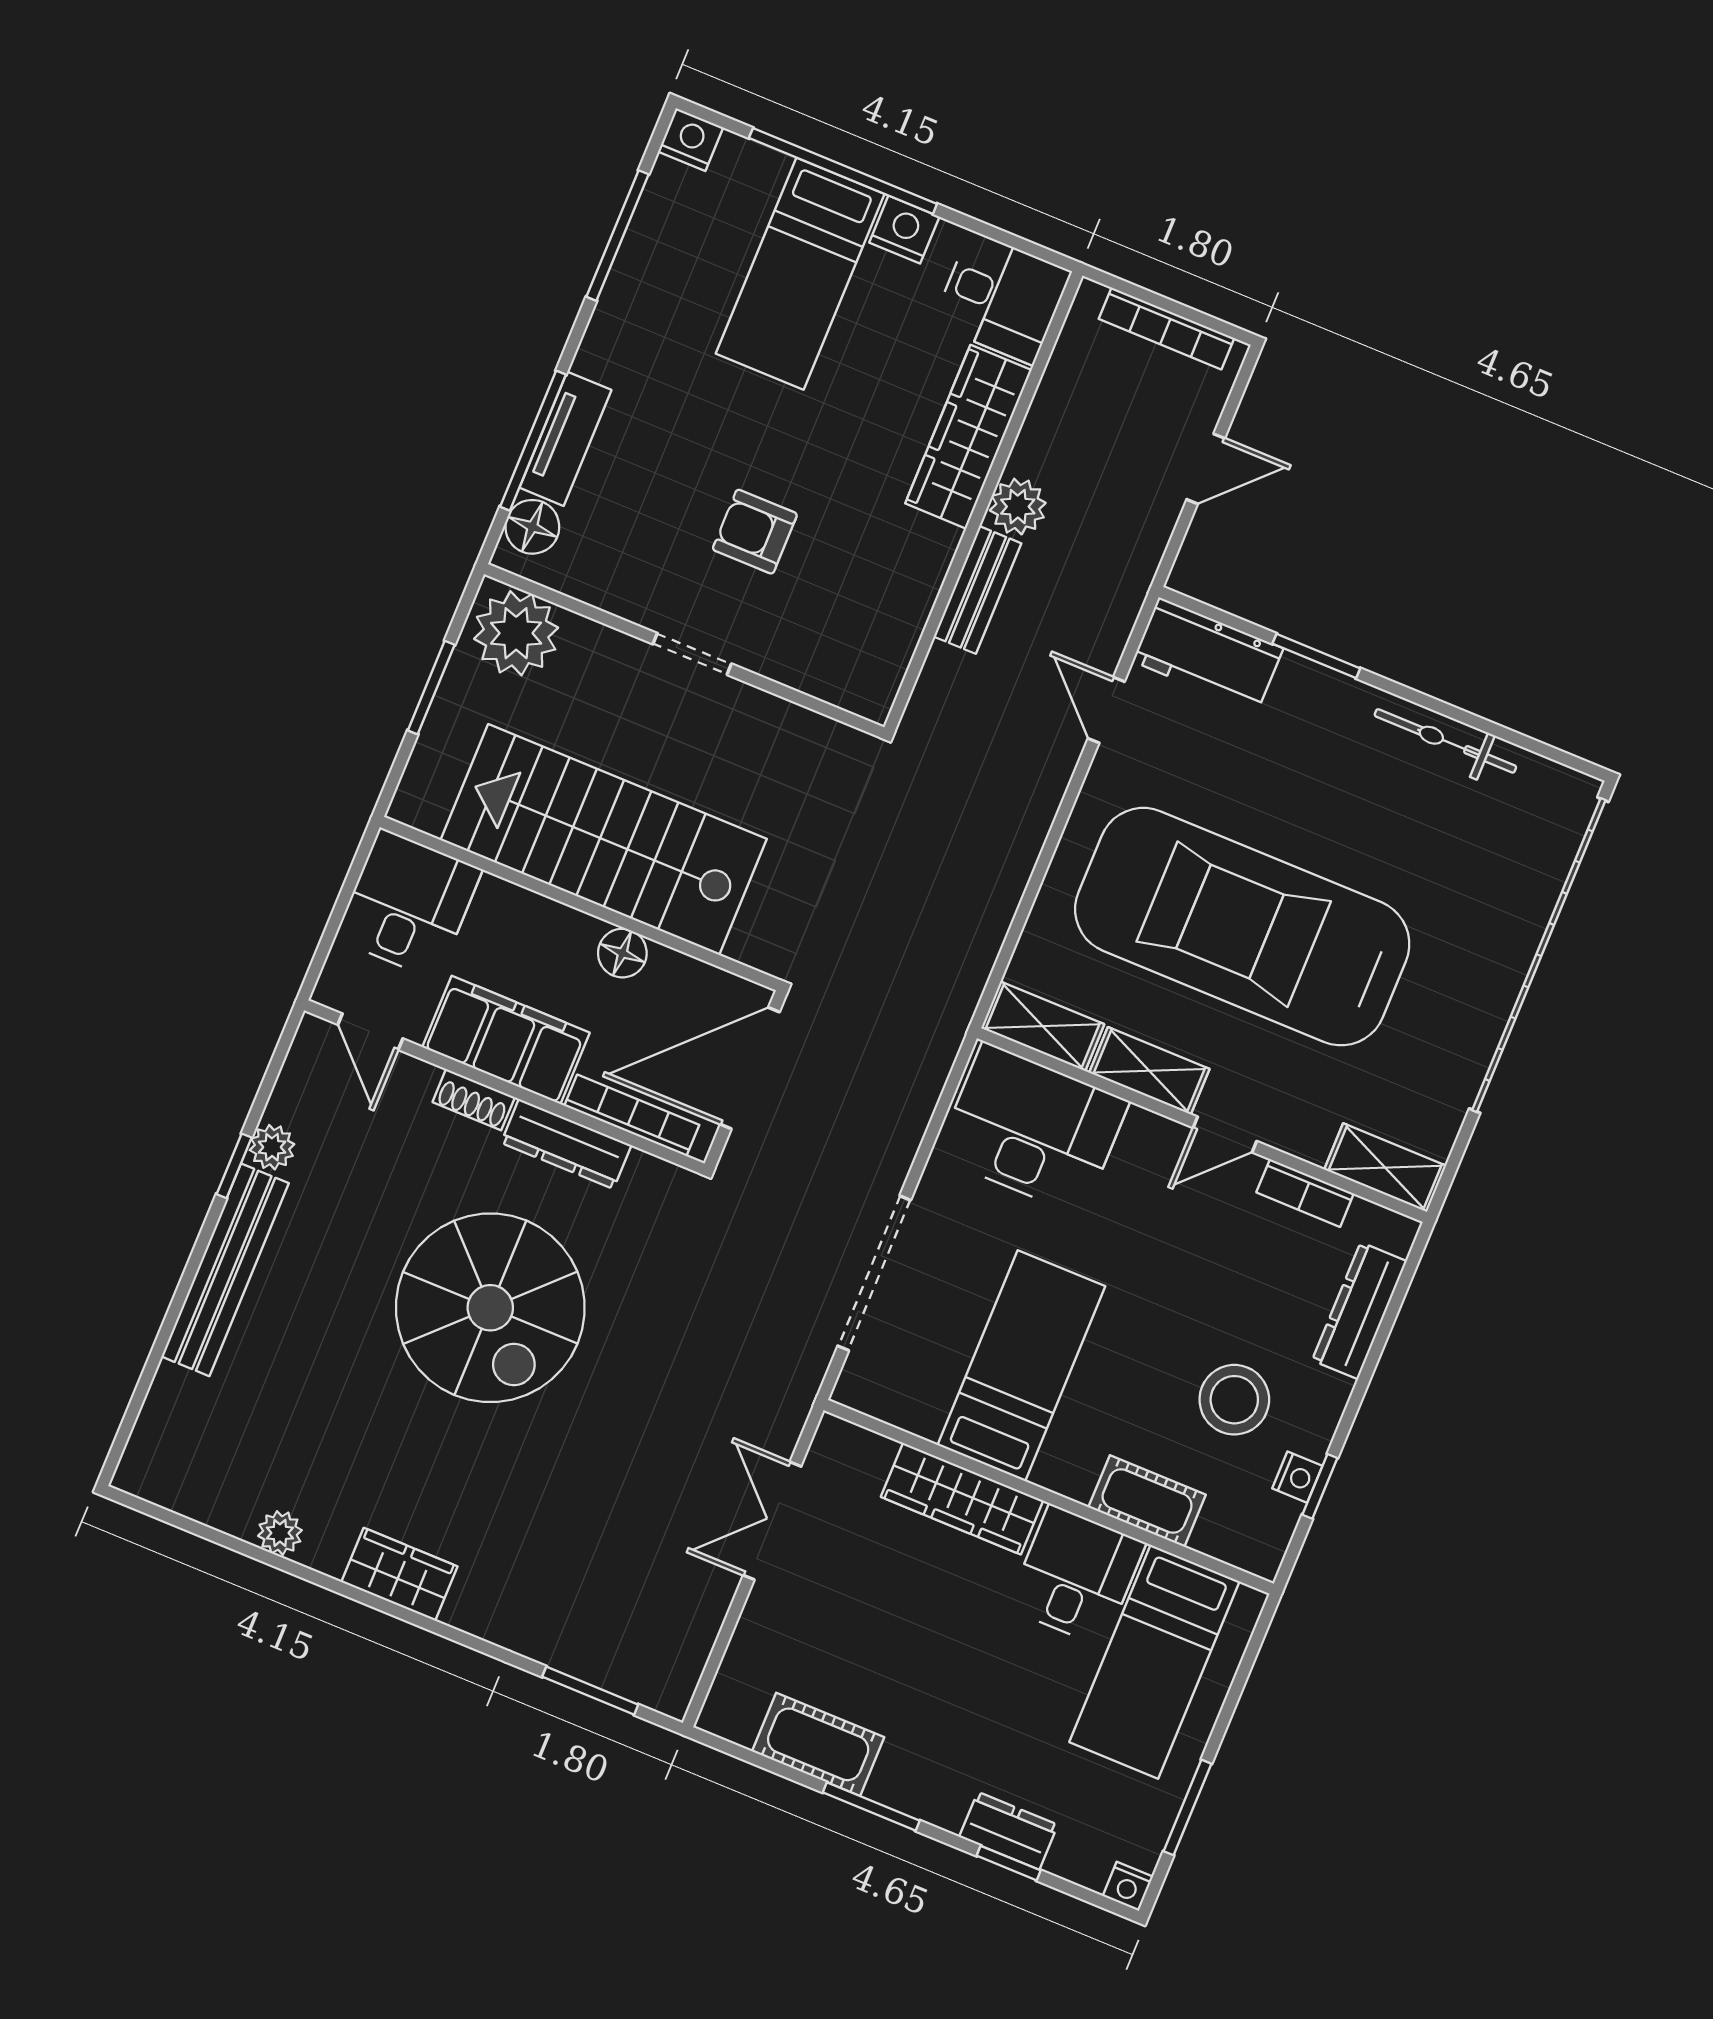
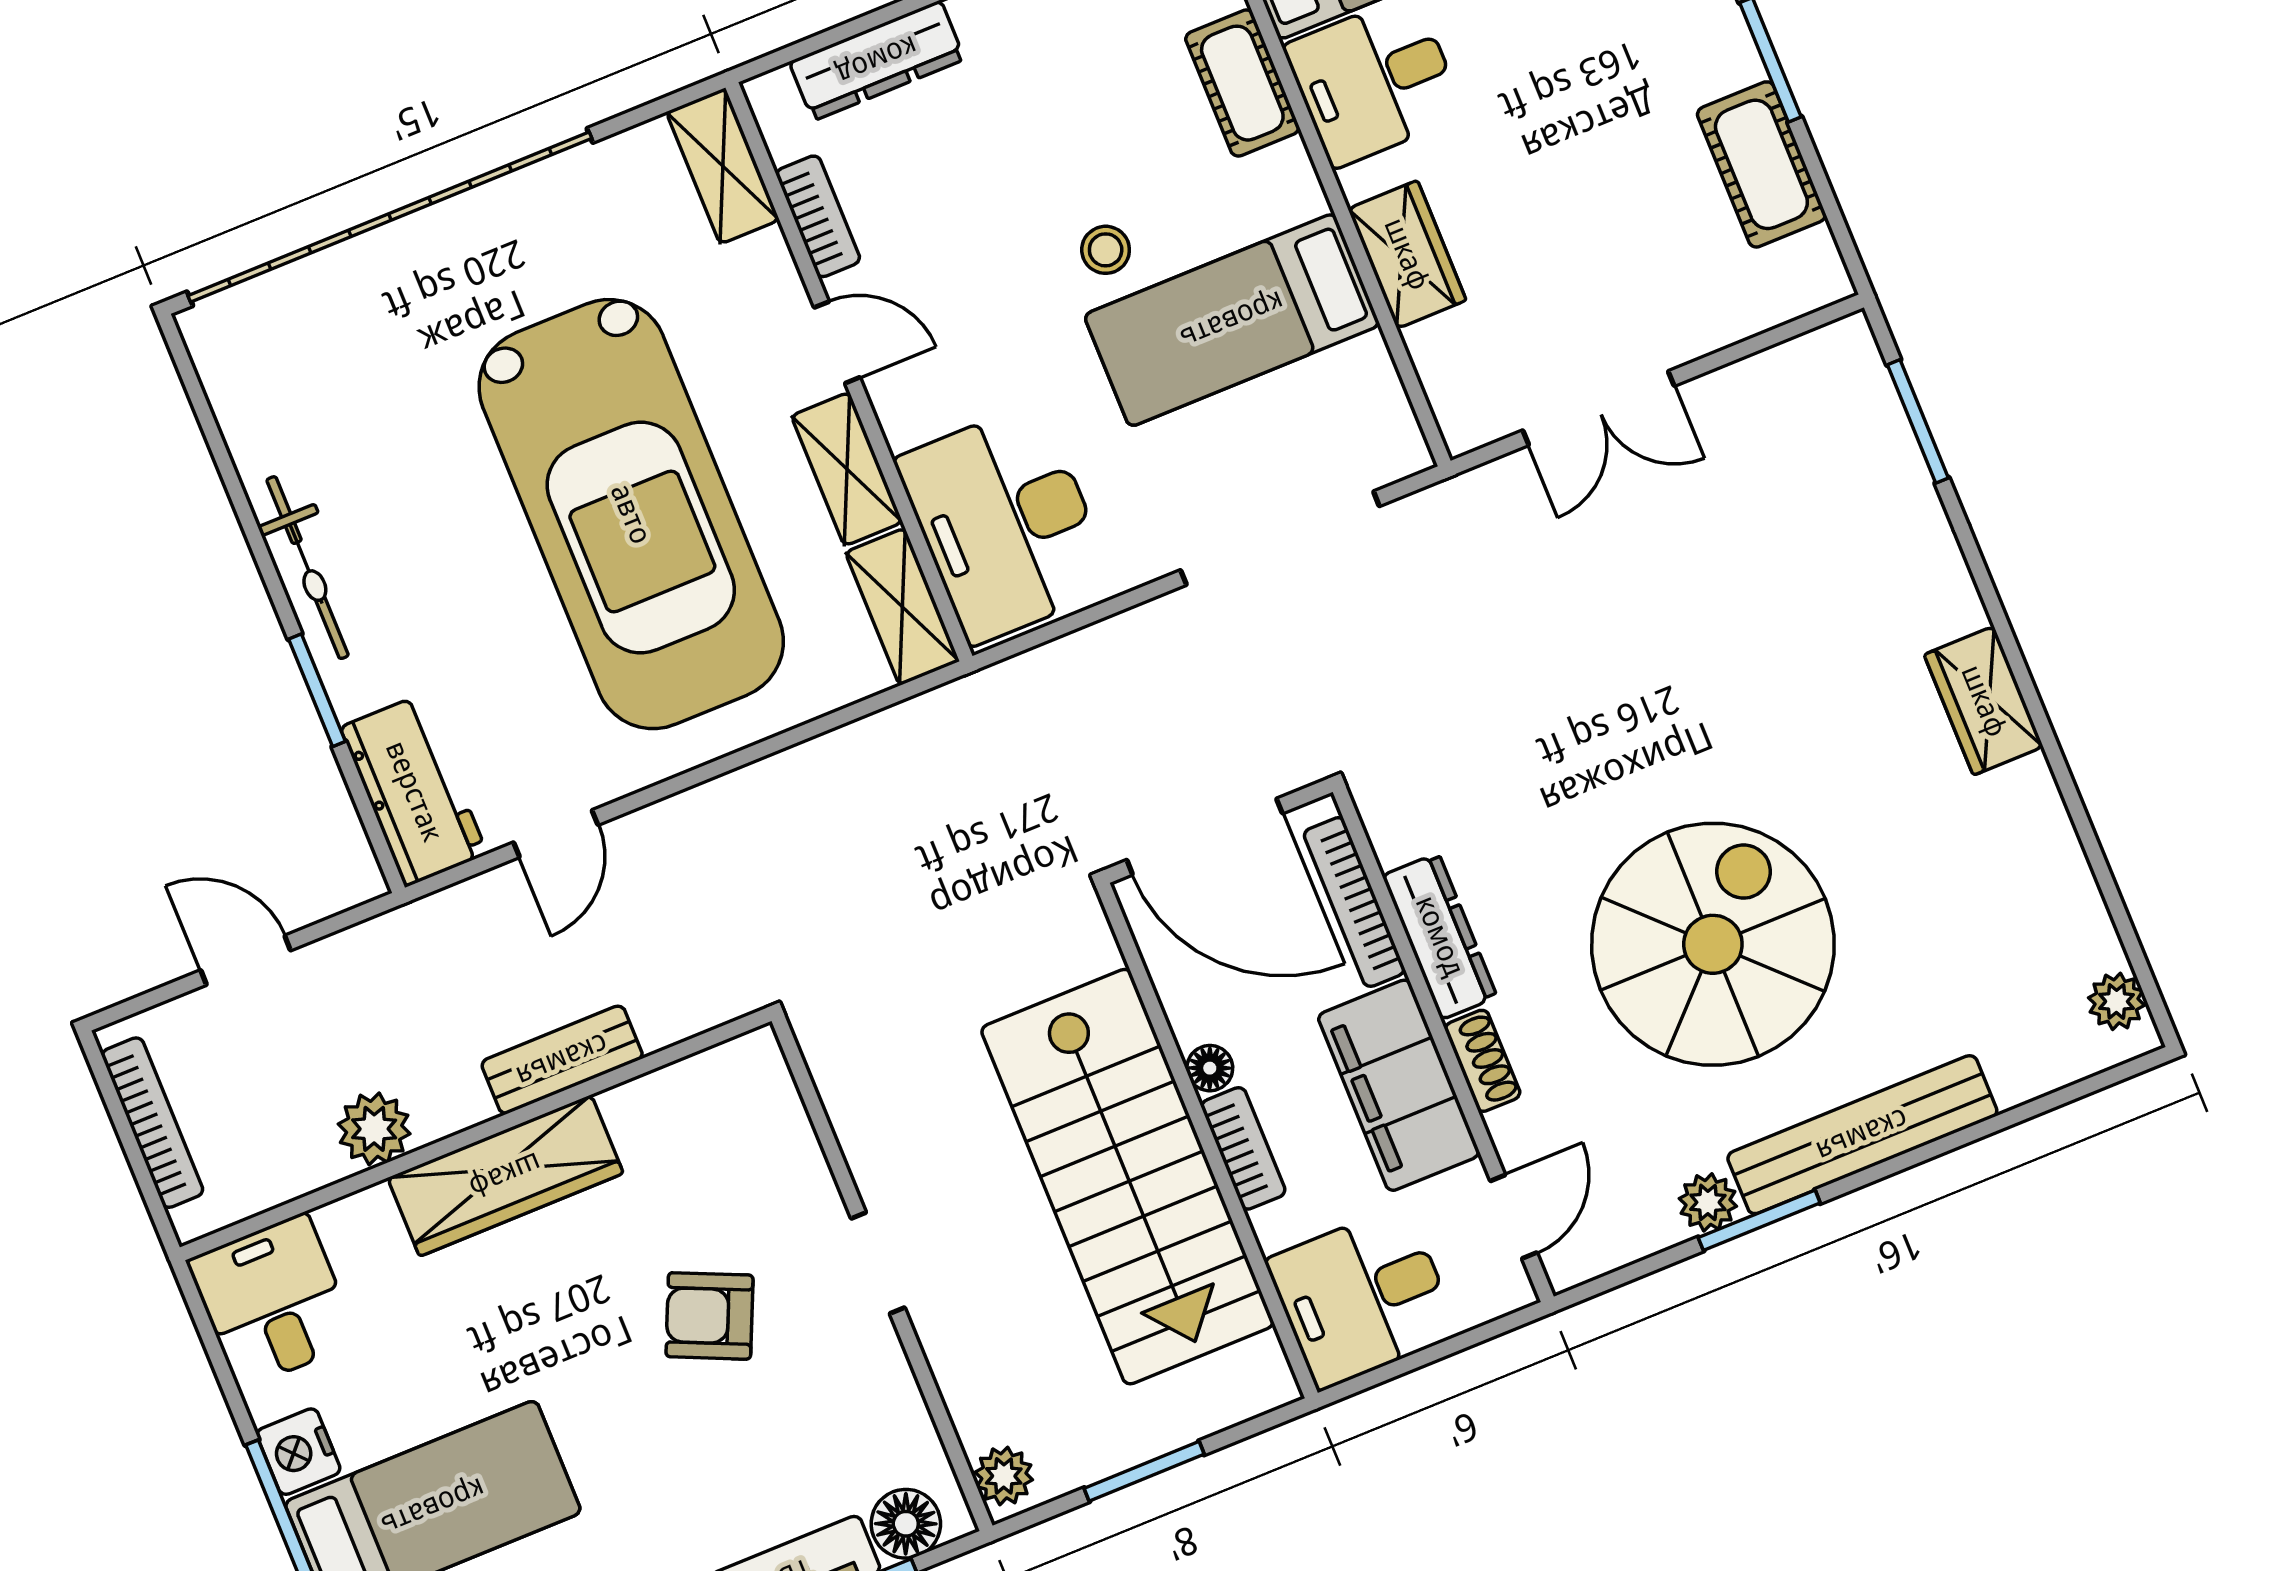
wardrobe: (968, 437) -> (505, 1175), moved
plant: (1018, 507) -> (374, 1129), moved
armchair: (755, 532) -> (709, 1316), turned 114
plant: (516, 633) -> (1004, 1476), width x0.53, depth x0.53
bicycle: (1445, 741) -> (308, 568), moved
bookcase: (556, 919) -> (1243, 1148), added
floor lamp: (622, 953) -> (1210, 1068), width x0.73, depth x0.73
window: (234, 1166) -> (1759, 1220), width x1.50
spiral stairs: (490, 1308) -> (1713, 944), moved
stool: (1234, 1400) -> (1106, 250), moved, width x0.53, depth x0.53
wardrobe: (962, 1499) -> (1407, 254), width x0.67
plant: (280, 1533) -> (2117, 1001), moved

